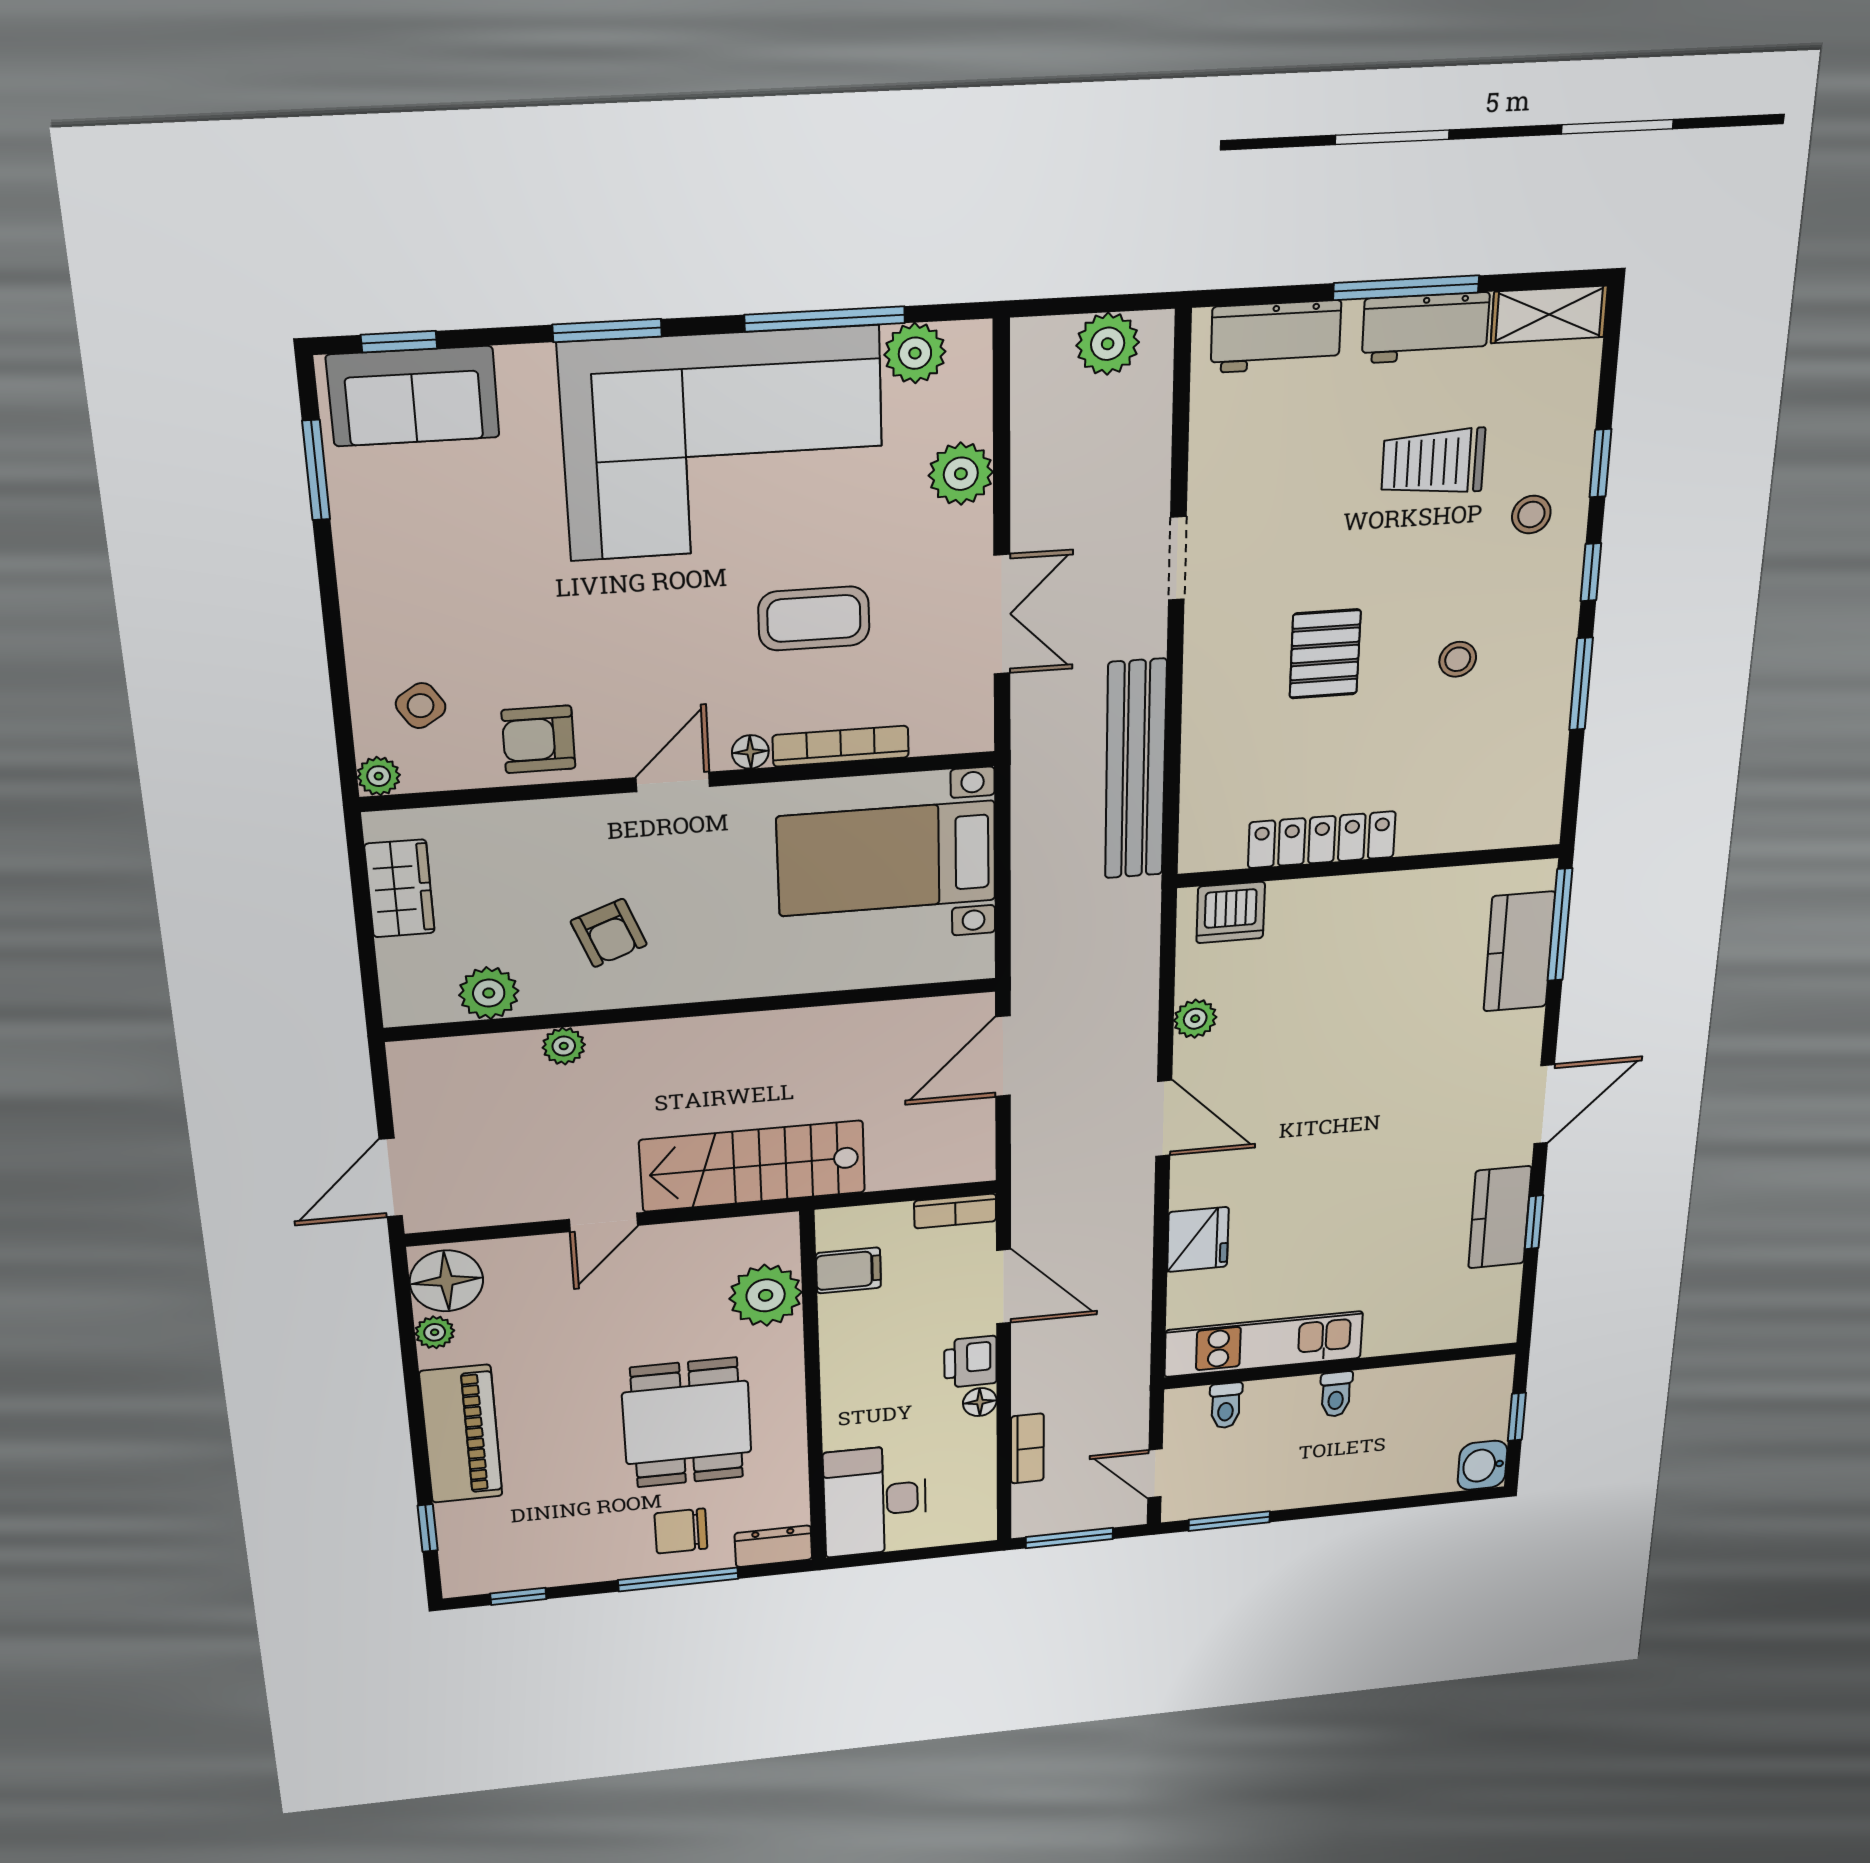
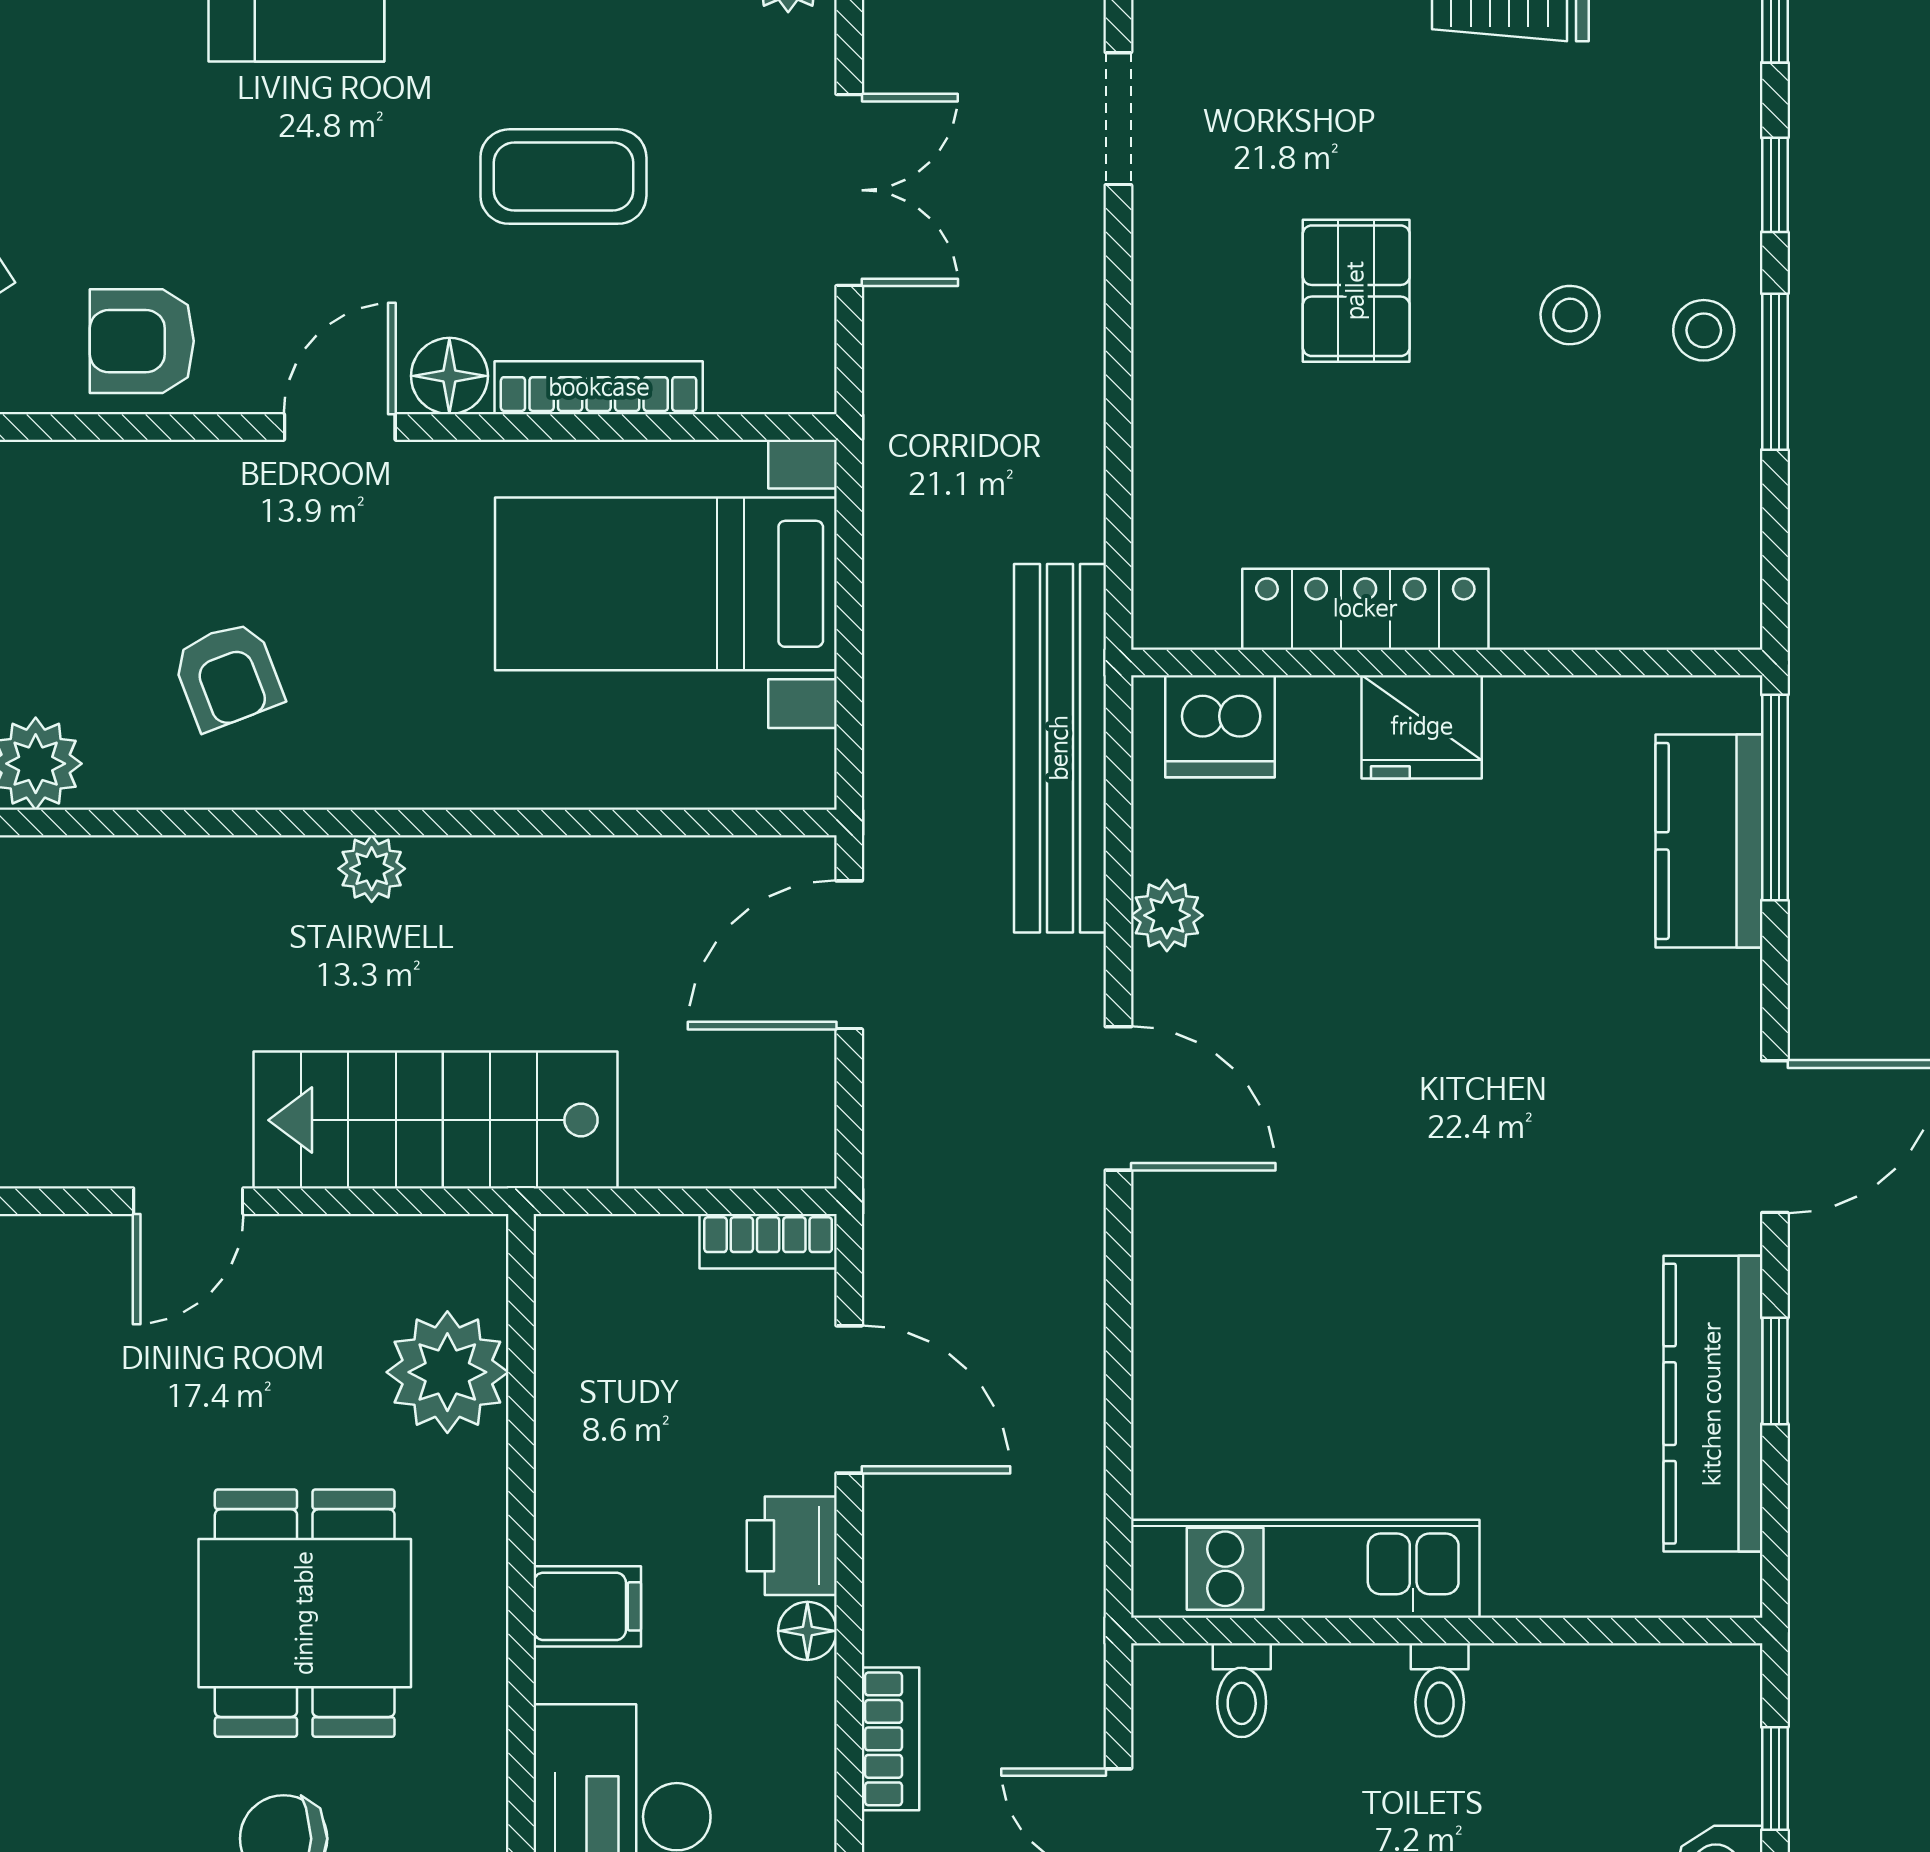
stool: (1531, 514) -> (1704, 330), moved
floor lamp: (750, 752) -> (449, 376), width x1.37, depth x1.37
bench: (1136, 770) -> (1060, 748), moved
plant: (564, 1046) -> (372, 869), moved
kitchen counter: (1500, 1217) -> (1713, 1404), width x1.50
fridge: (1198, 1239) -> (1422, 727), moved, turned 90
filing cabinet: (848, 1270) -> (587, 1606), moved

